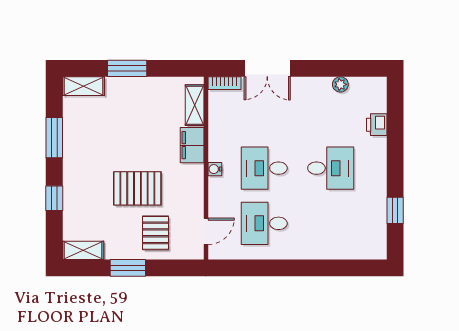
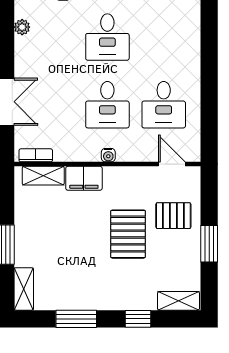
bookcase: (224, 83) -> (36, 155), moved, turned -90
desk: (331, 168) -> (107, 37), turned 180
shelving: (83, 250) -> (179, 301), moved, turned 90

